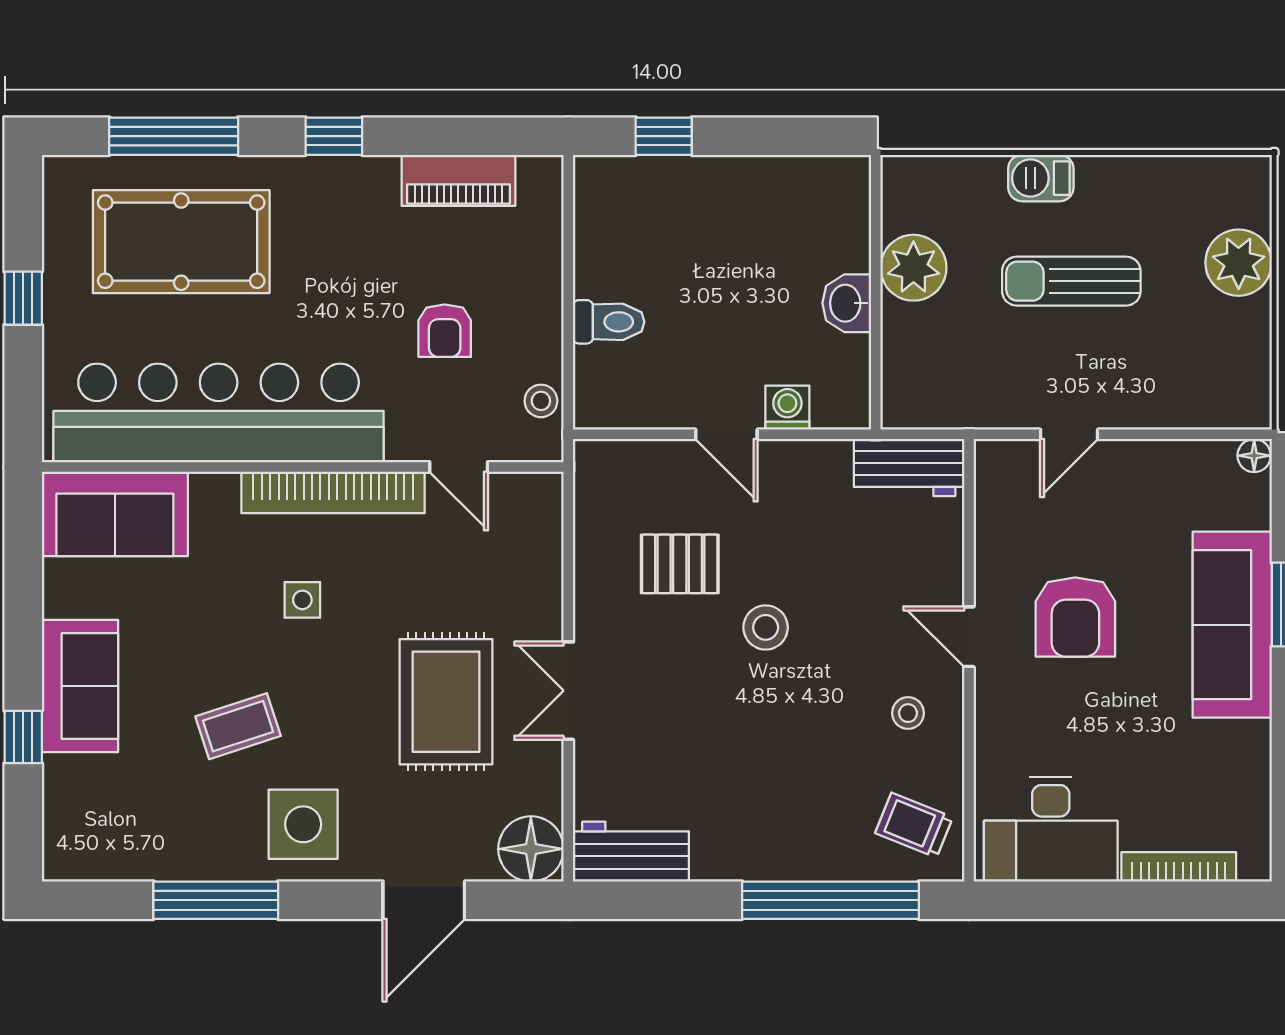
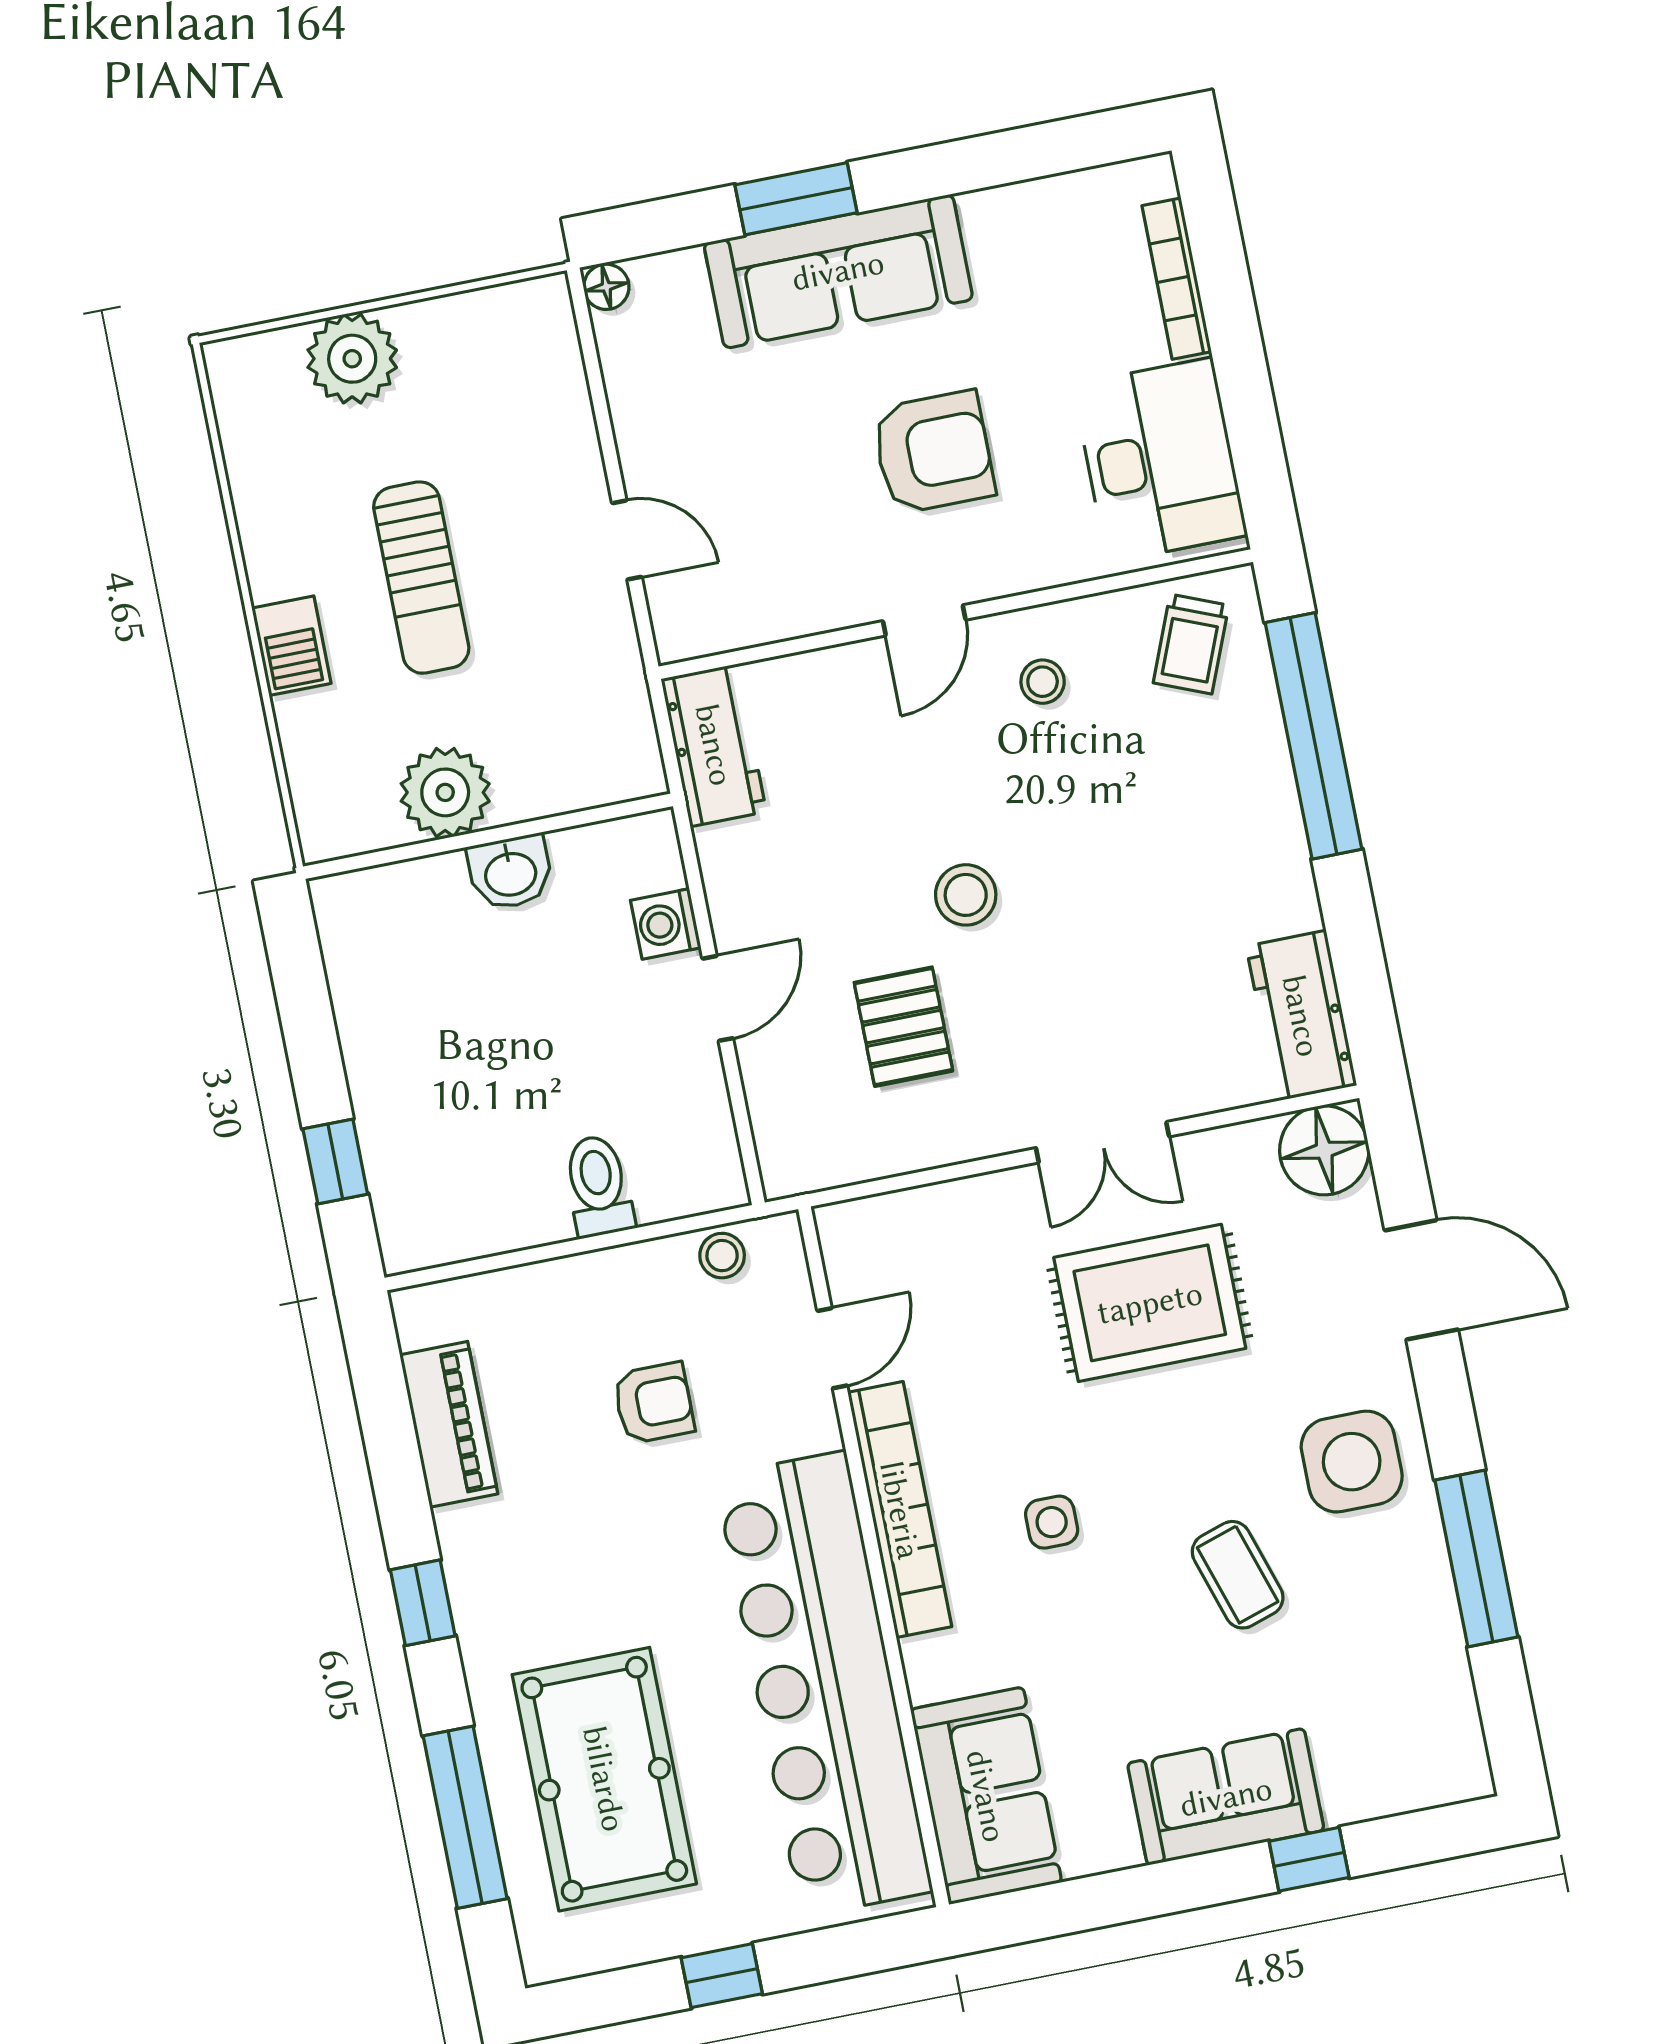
armchair: (1075, 617) -> (933, 452), moved

